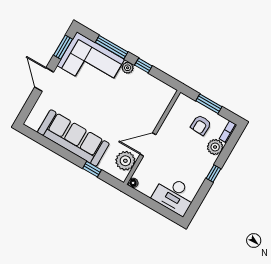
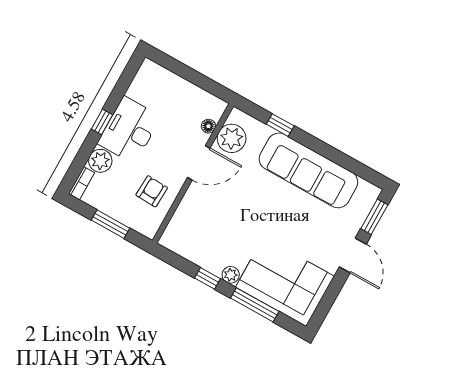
window: (63, 47) -> (374, 217), moved
armchair: (201, 125) -> (152, 191), moved
floor lamp: (133, 183) -> (208, 126), moved
desk: (174, 195) -> (129, 130), moved, turned -90

